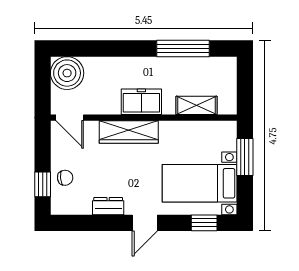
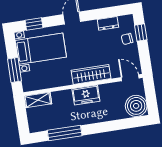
shelving: (196, 105) -> (38, 100), moved
dresser: (108, 206) -> (108, 23), moved

